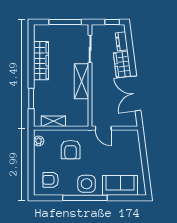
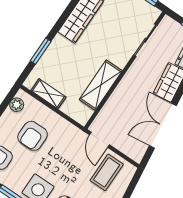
shelving: (82, 81) -> (101, 85), moved
coffee table: (121, 145) -> (107, 172), added
armchair: (71, 150) -> (33, 136), moved

